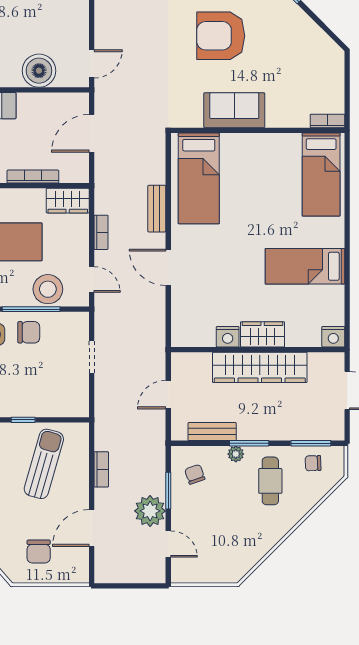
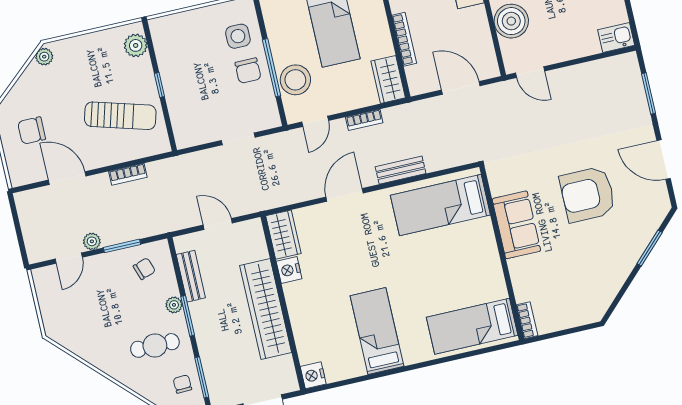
armchair: (221, 36) -> (588, 194), turned -90
wardrobe: (263, 334) -> (283, 235), moved
plant: (150, 511) -> (92, 241), width x0.53, depth x0.53

